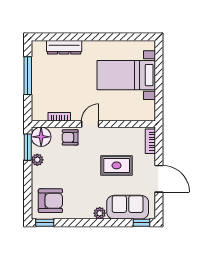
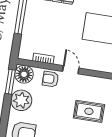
door: (90, 124) -> (71, 70), hinge flipped
plant: (37, 160) -> (21, 100), width x1.87, depth x1.87

